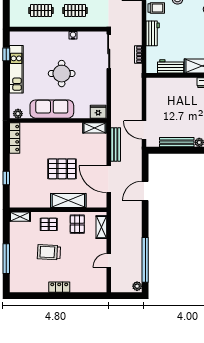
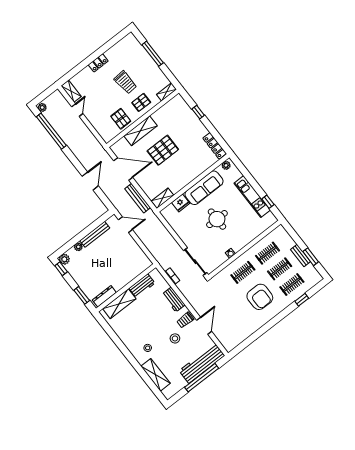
fridge: (98, 112) -> (181, 203), moved
shelving: (101, 227) -> (71, 91), moved
trolley: (49, 252) -> (125, 82), turned 83

